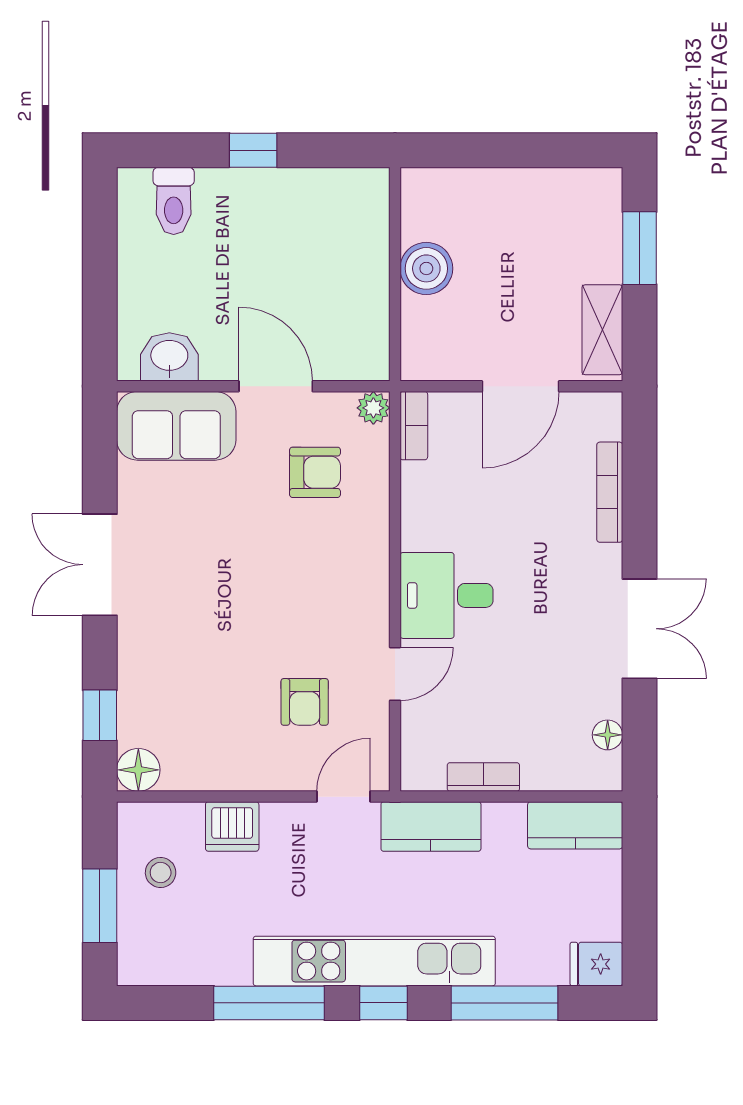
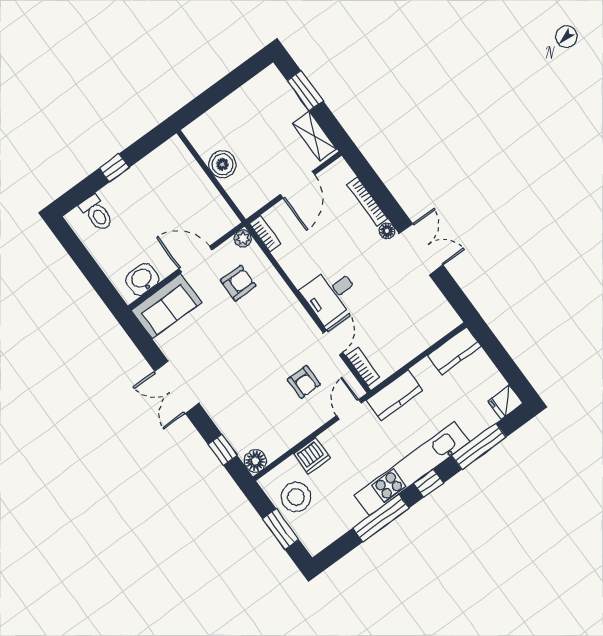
floor lamp: (608, 735) -> (387, 231), moved
bookcase: (483, 777) -> (363, 367), moved, turned 90
stool: (161, 873) -> (296, 497), width x1.89, depth x1.89

